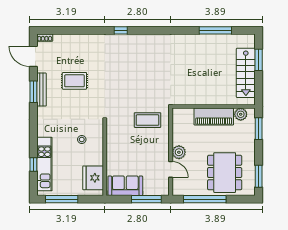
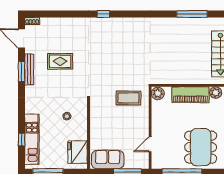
plant: (179, 152) -> (158, 93), moved
door: (171, 169) -> (150, 144), swing flipped

